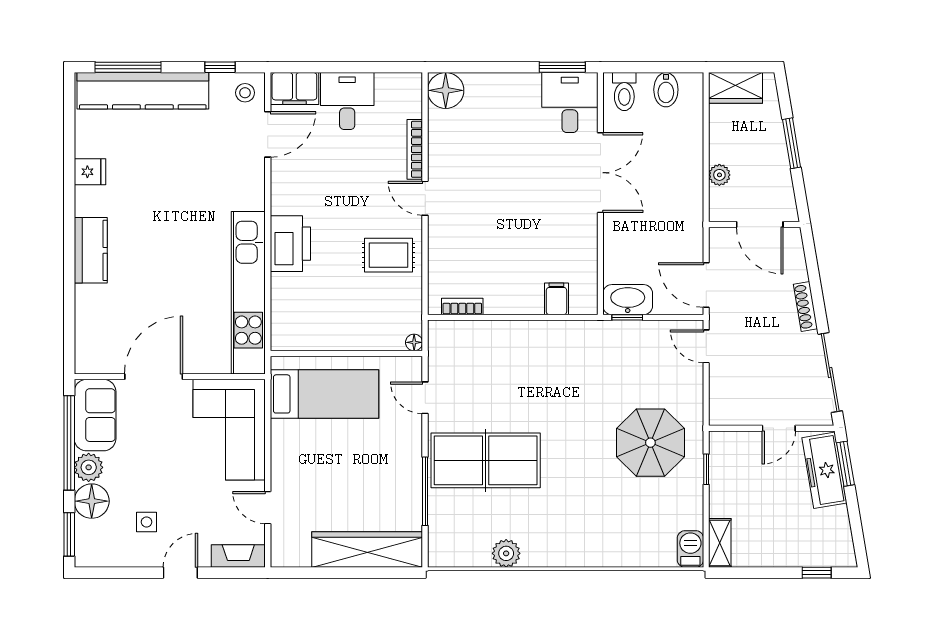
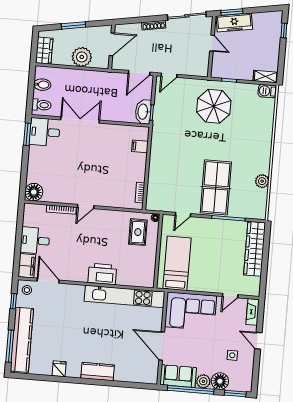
plant: (719, 175) -> (82, 57), width x1.88, depth x1.88
rug: (388, 255) -> (138, 232), moved

